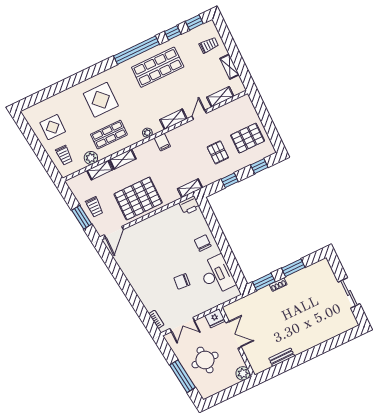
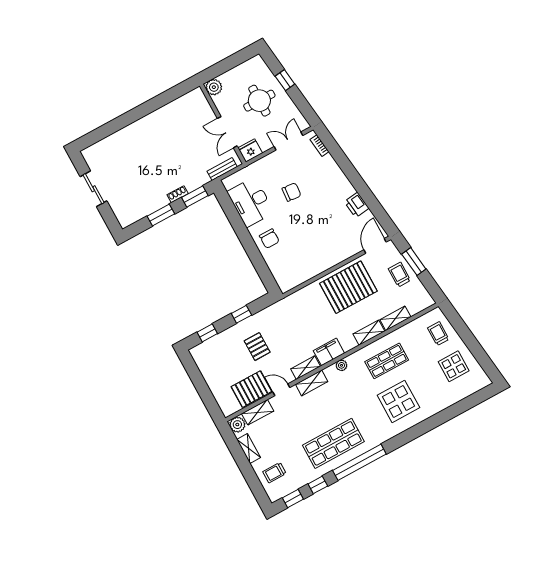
door: (199, 115) -> (281, 390), swing flipped
pallet: (248, 138) -> (251, 389), moved
filing cabinet: (162, 142) -> (329, 352), width x2.00
plant: (91, 158) -> (237, 425), moved
shelving: (190, 188) -> (306, 368), moved
printer: (189, 205) -> (357, 205), moved, turned -97
bench: (282, 357) -> (222, 169), moved
window: (182, 376) -> (285, 80), width x0.46

